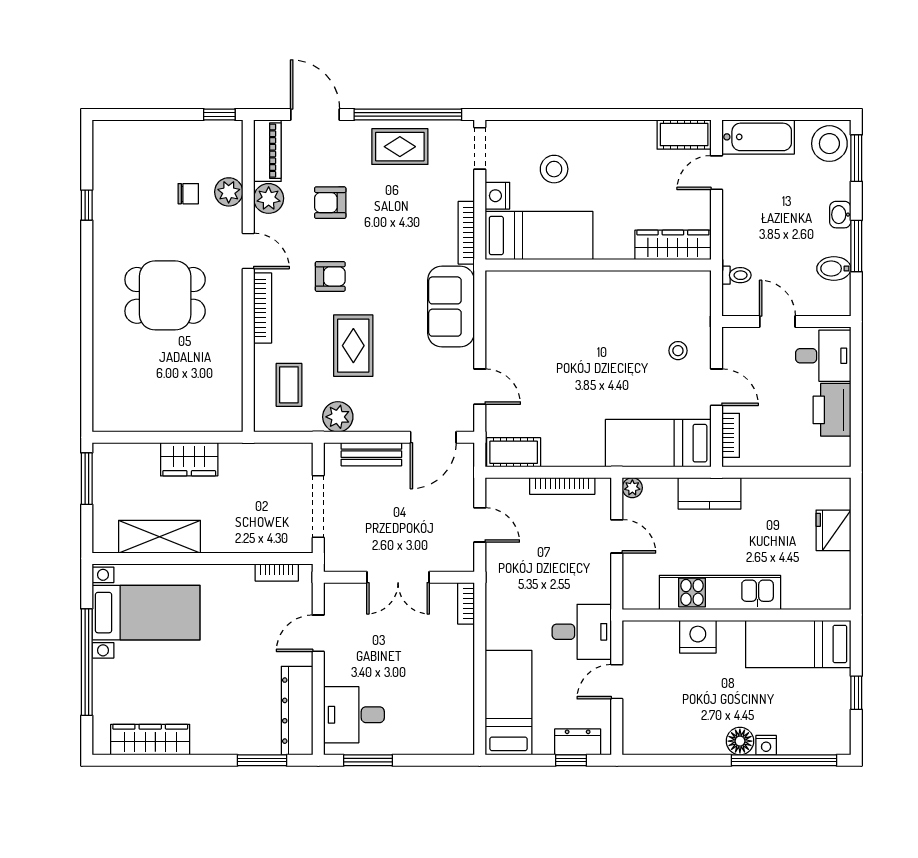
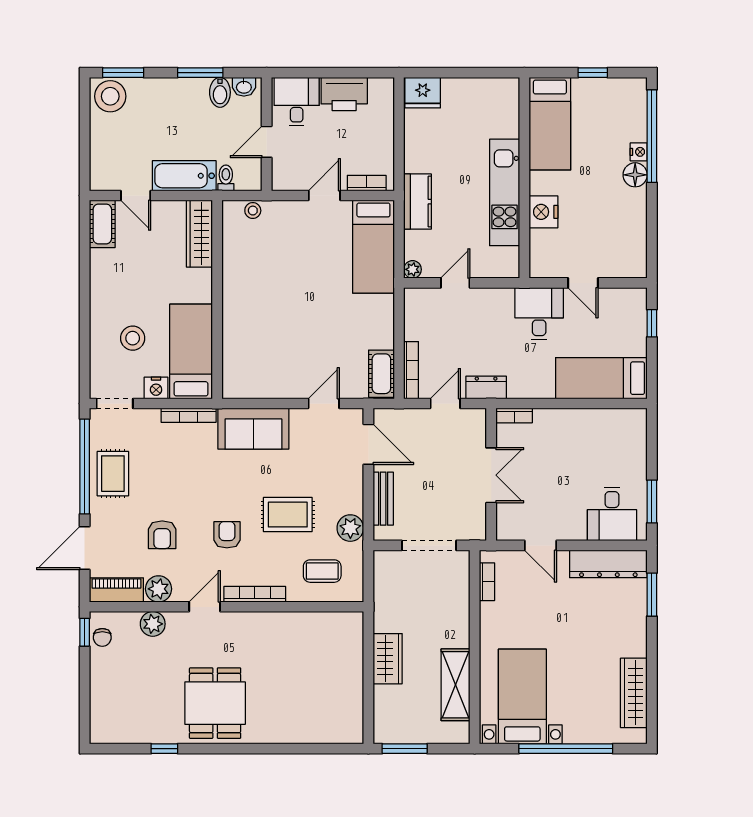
bathtub: (758, 137) -> (184, 176), moved, turned -90
chair: (188, 194) -> (102, 637), moved, turned 180
washbasin: (840, 215) -> (244, 87), moved
dining table: (165, 295) -> (215, 703), moved
stool: (678, 351) -> (253, 211), moved
bookcase: (562, 486) -> (411, 370), moved
fridge: (834, 530) -> (423, 93), moved
dresser: (578, 742) -> (486, 387), moved, turned 90

